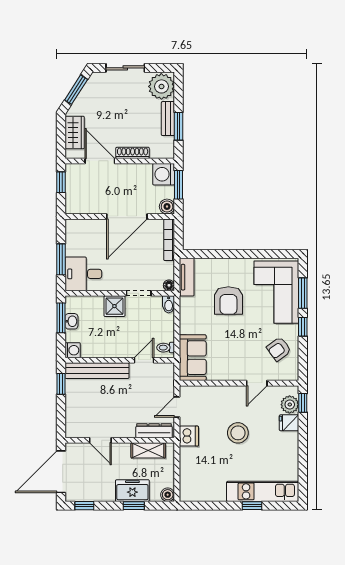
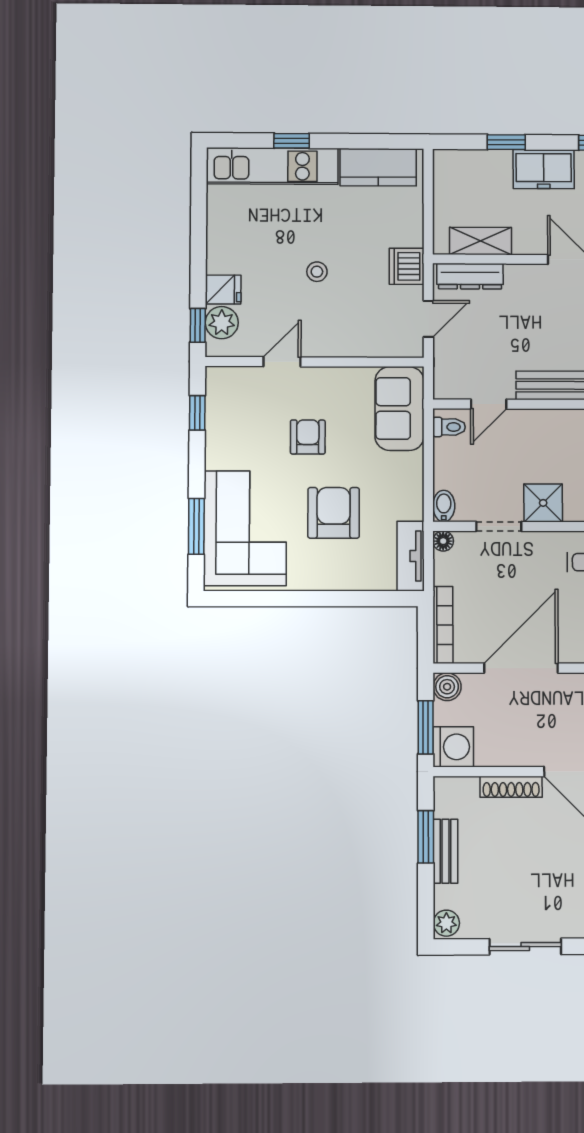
plant: (161, 86) -> (446, 923), width x0.53, depth x0.53
window: (303, 327) -> (197, 413), moved
armchair: (279, 349) -> (308, 437), moved, turned -54
stool: (238, 433) -> (317, 272), width x0.53, depth x0.53
freezer: (132, 491) -> (544, 169), moved
kitchen counter: (204, 491) -> (378, 167), added
boiler: (168, 495) -> (445, 161), removed

